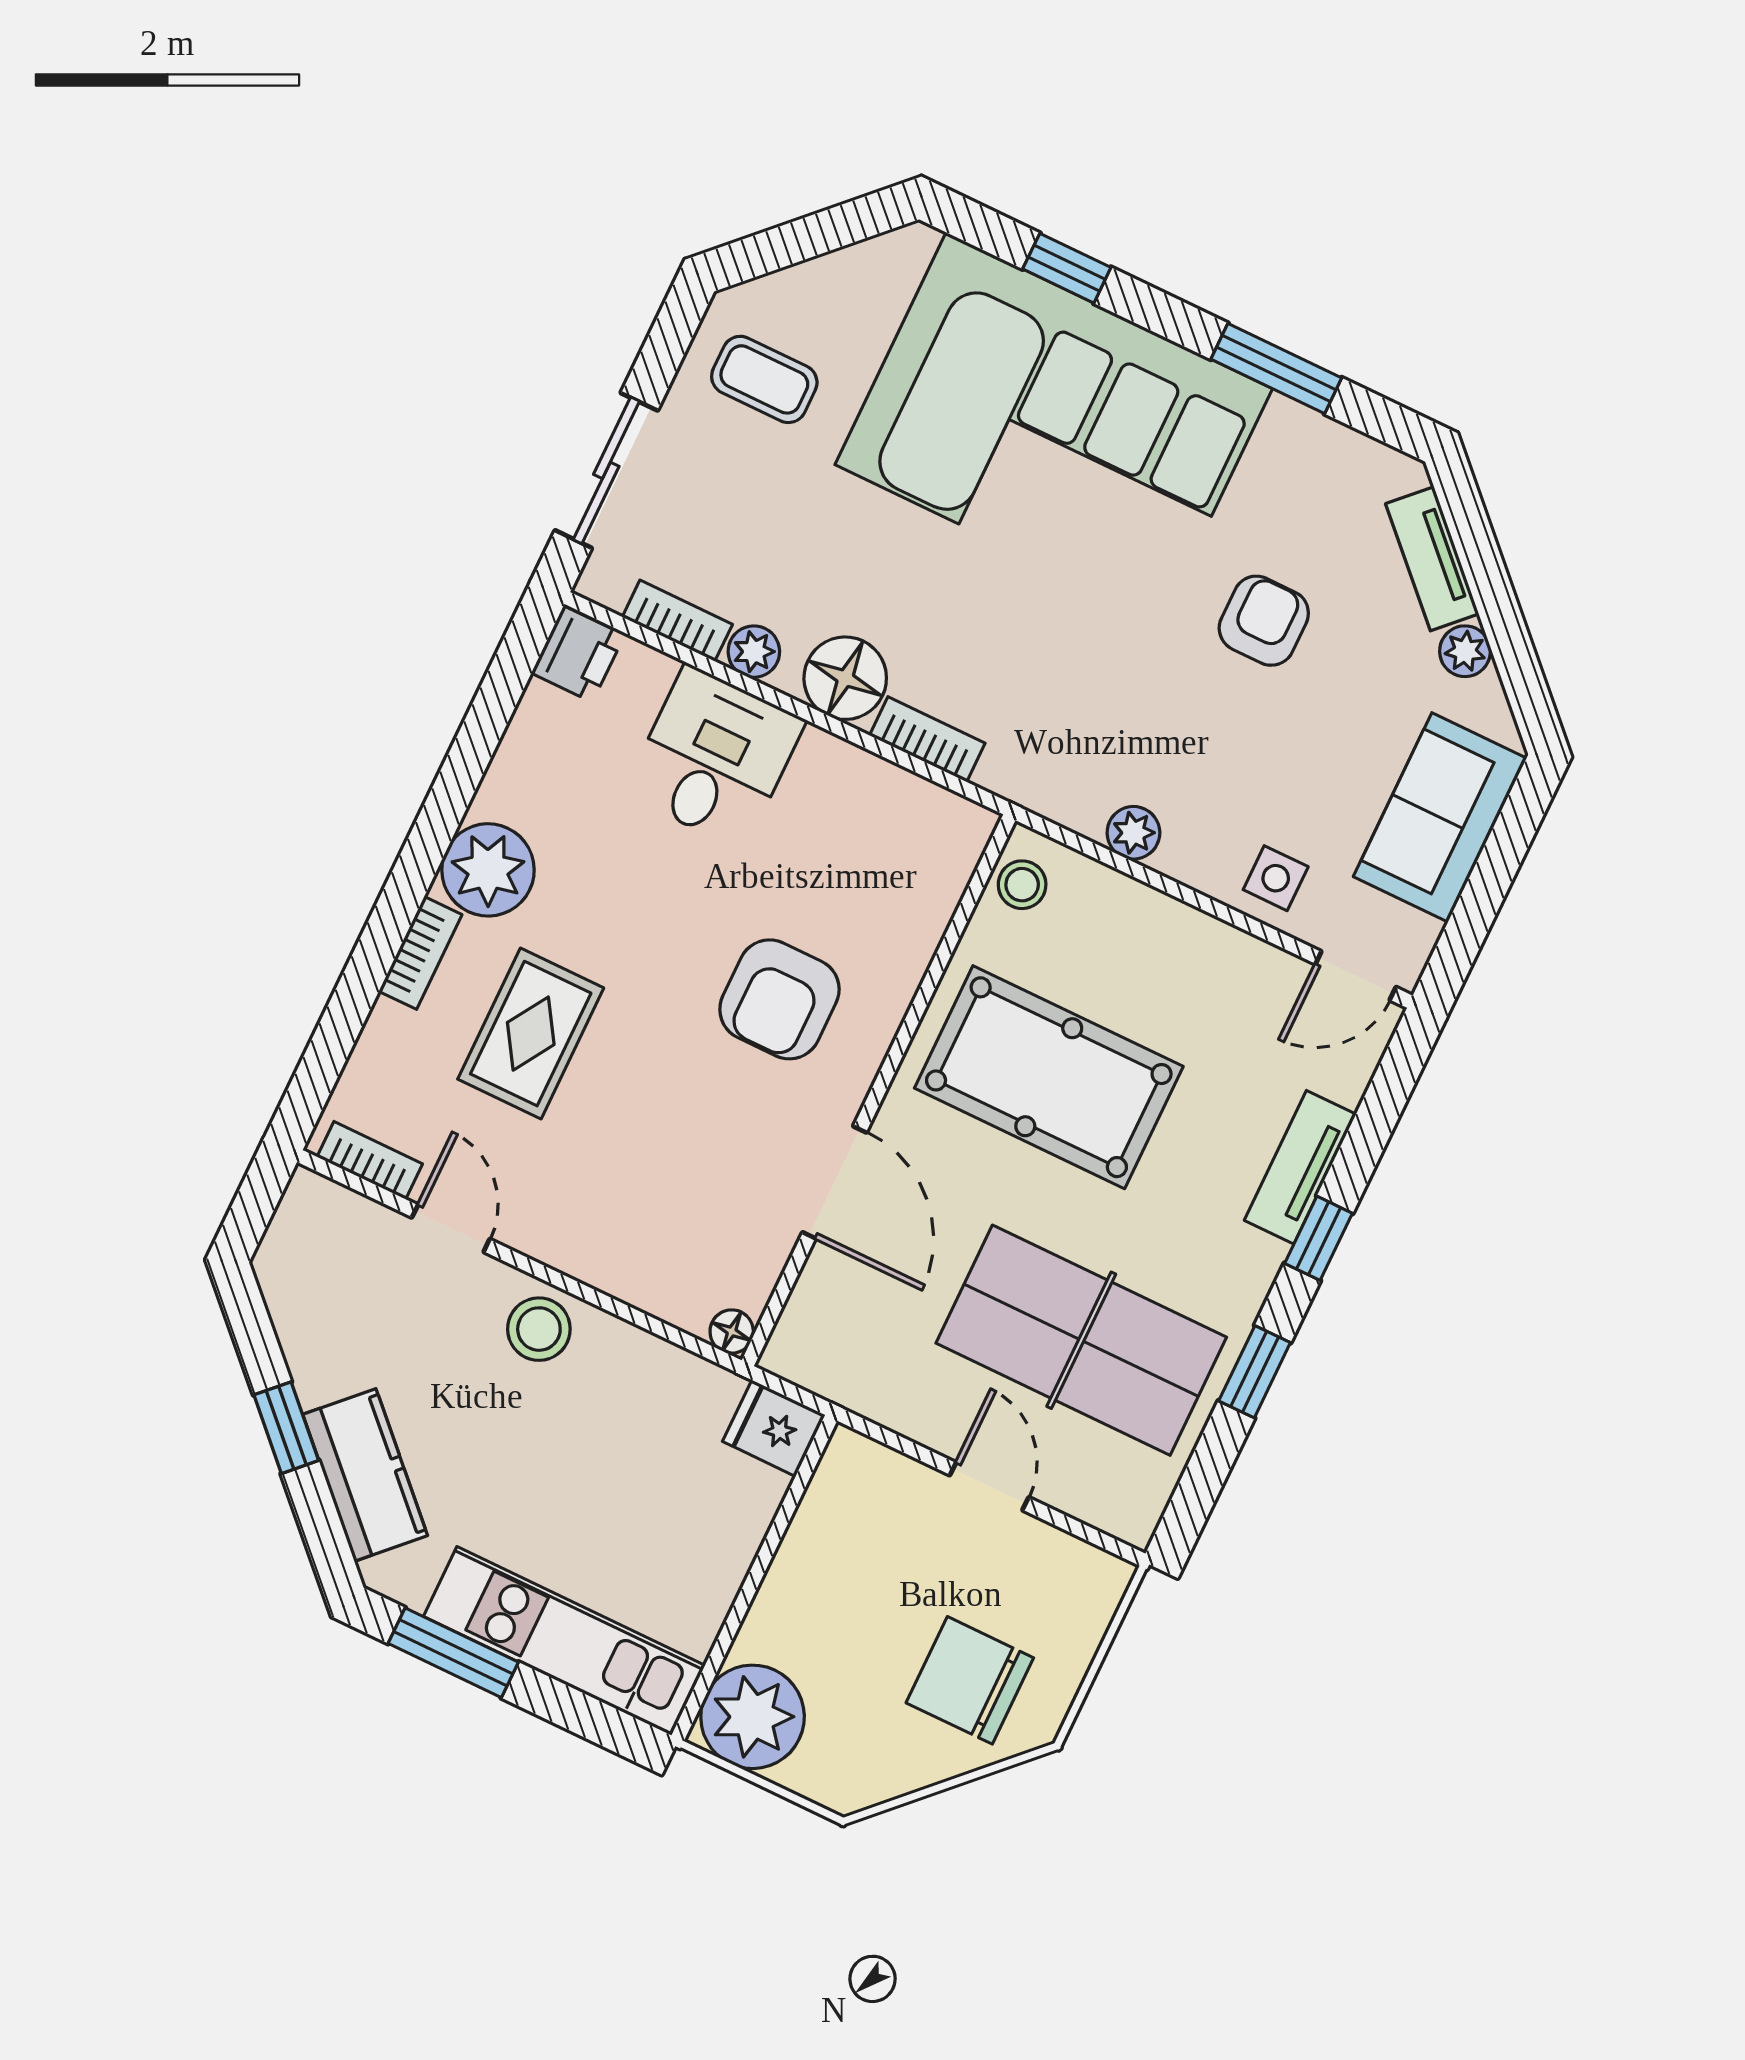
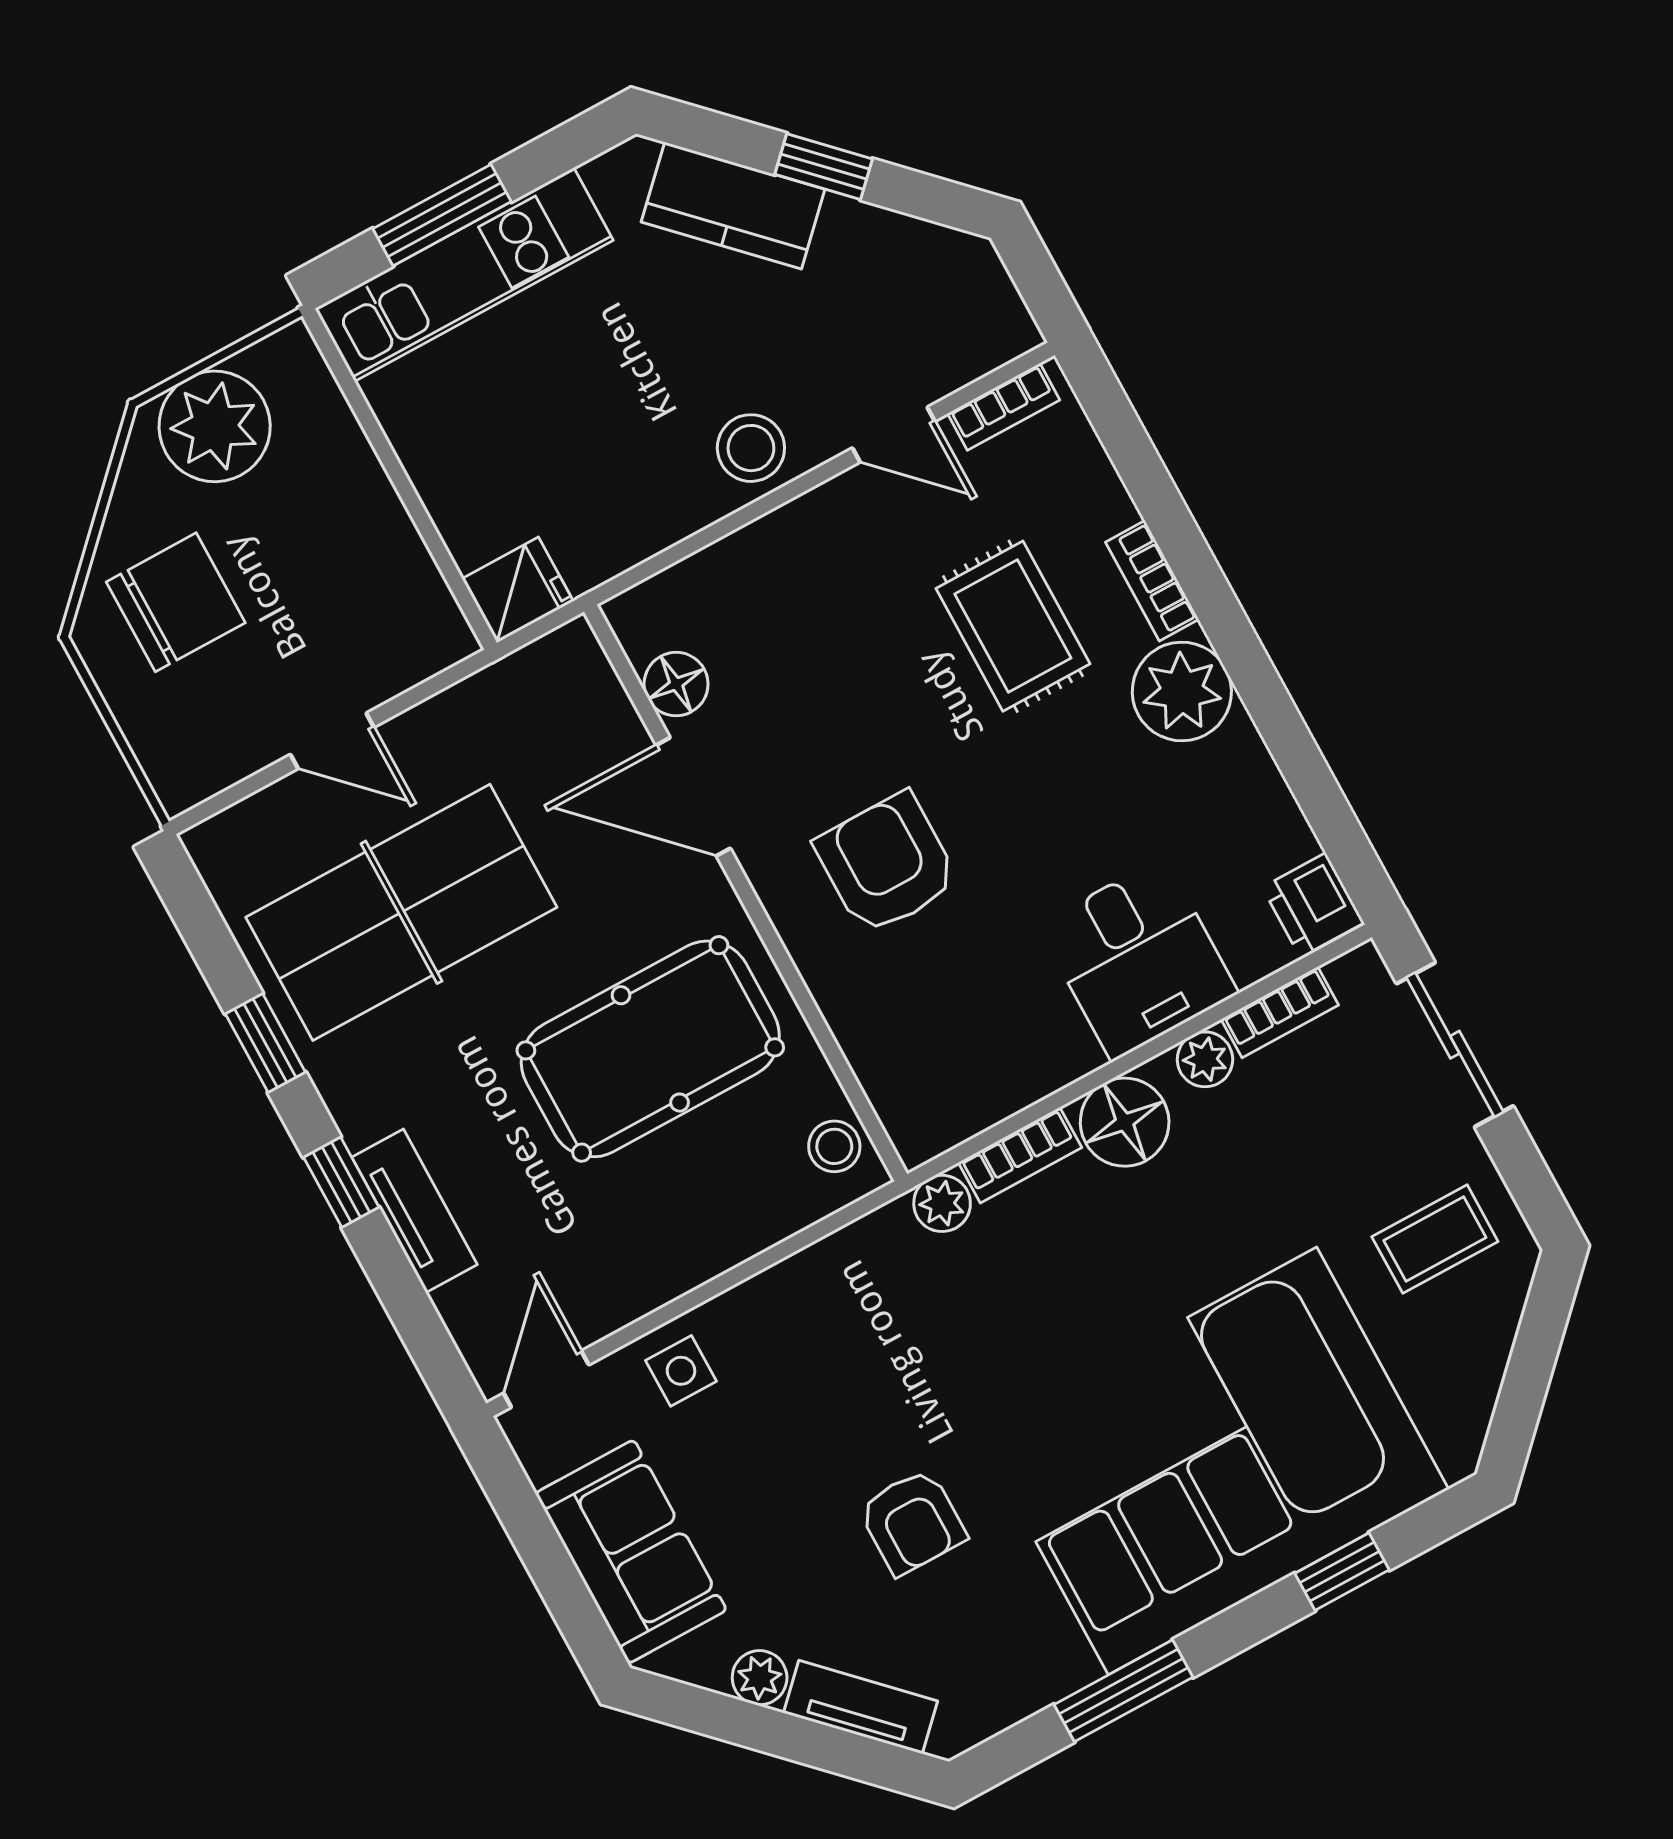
plant: (1133, 833) -> (942, 1203), moved
floor lamp: (732, 1332) -> (676, 684), moved, width x1.37, depth x1.37
window: (453, 1653) -> (442, 215), moved
plant: (753, 1717) -> (215, 426), moved

